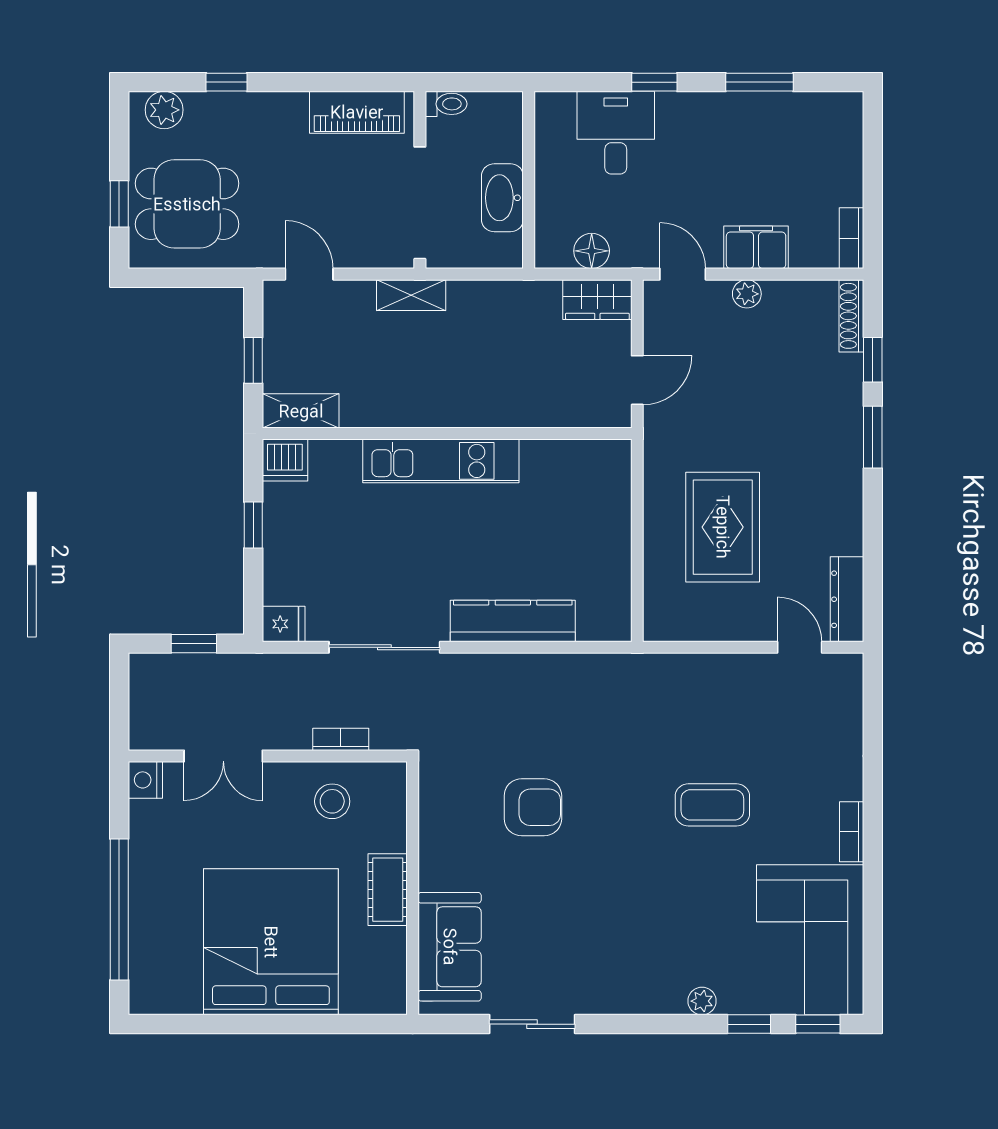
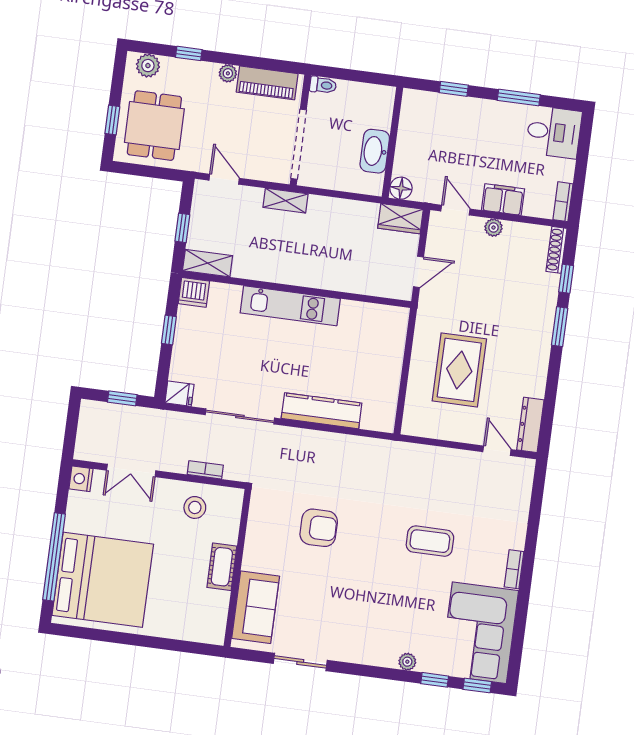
plant: (293, 105) -> (228, 73), added
desk: (616, 133) -> (554, 132), moved, turned 90
wall: (529, 180) -> (392, 142), moved
washbasin: (502, 198) -> (375, 151), moved
dining table: (187, 204) -> (154, 126), turned 90
bed: (271, 942) -> (103, 580), moved, turned 90

